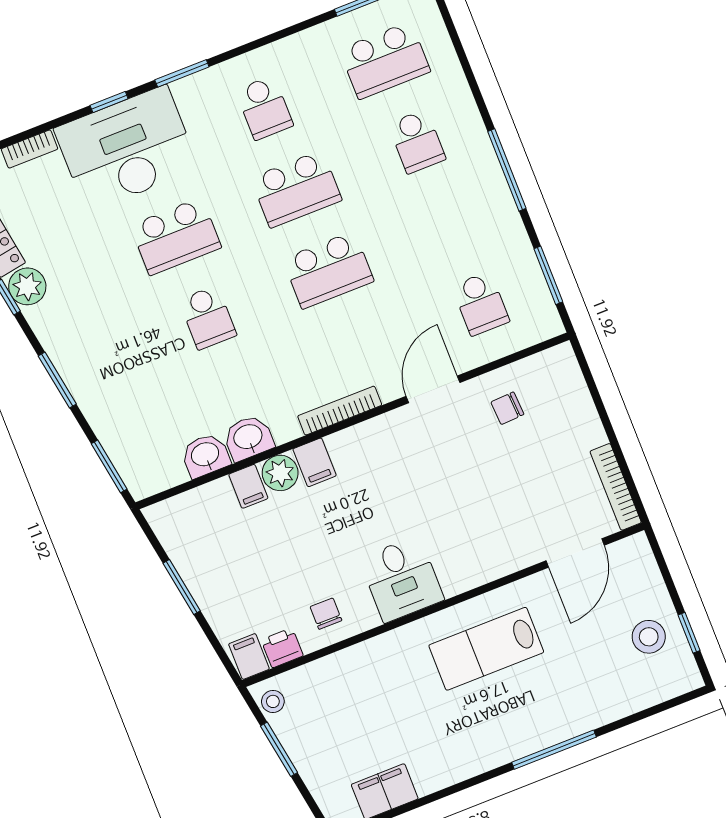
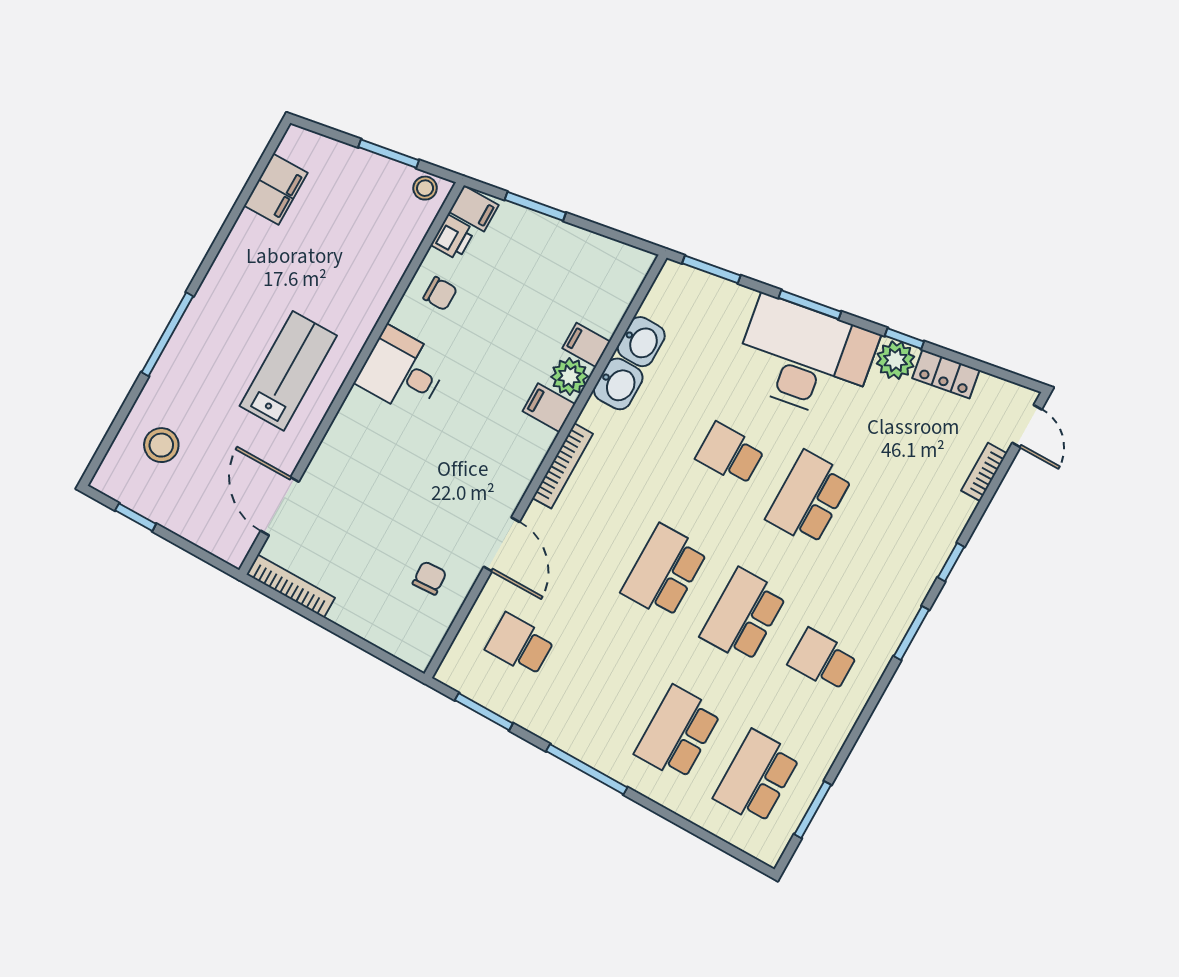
school desk: (417, 141) -> (678, 733), width x1.85
desk: (127, 149) -> (805, 358), moved, turned -99
window: (182, 587) -> (535, 206), moved
stool: (649, 637) -> (161, 445), moved

